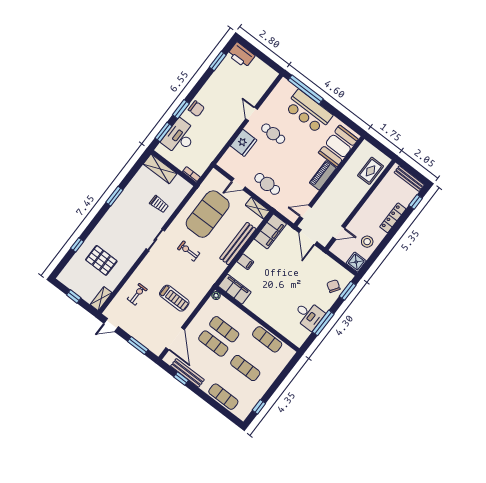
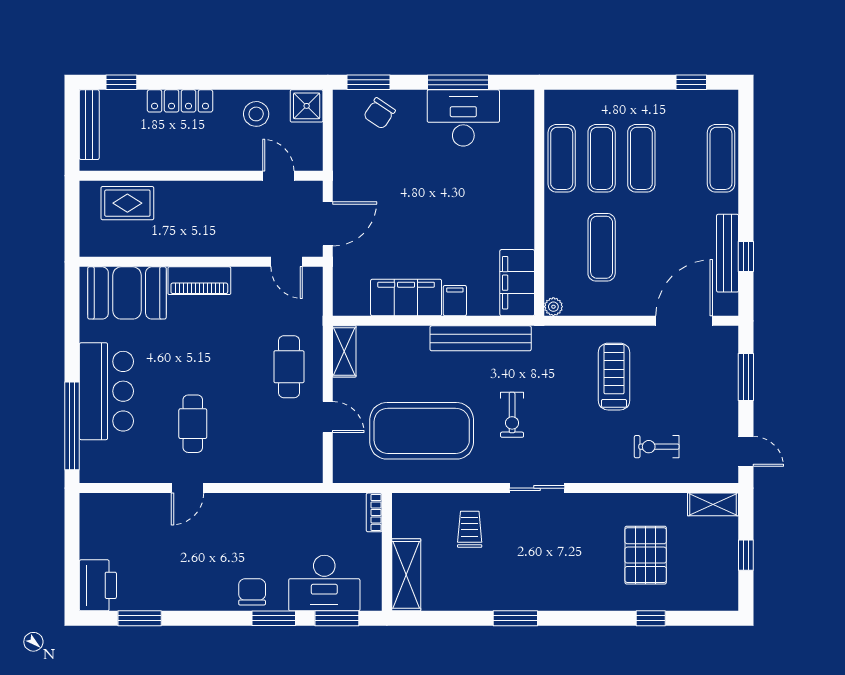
fridge: (244, 143) -> (249, 463), removed
filing cabinet: (270, 231) -> (406, 298), moved
bench: (238, 243) -> (481, 338), moved
desk: (309, 315) -> (463, 118), width x1.37
exercise mat: (213, 344) -> (602, 158), moved

